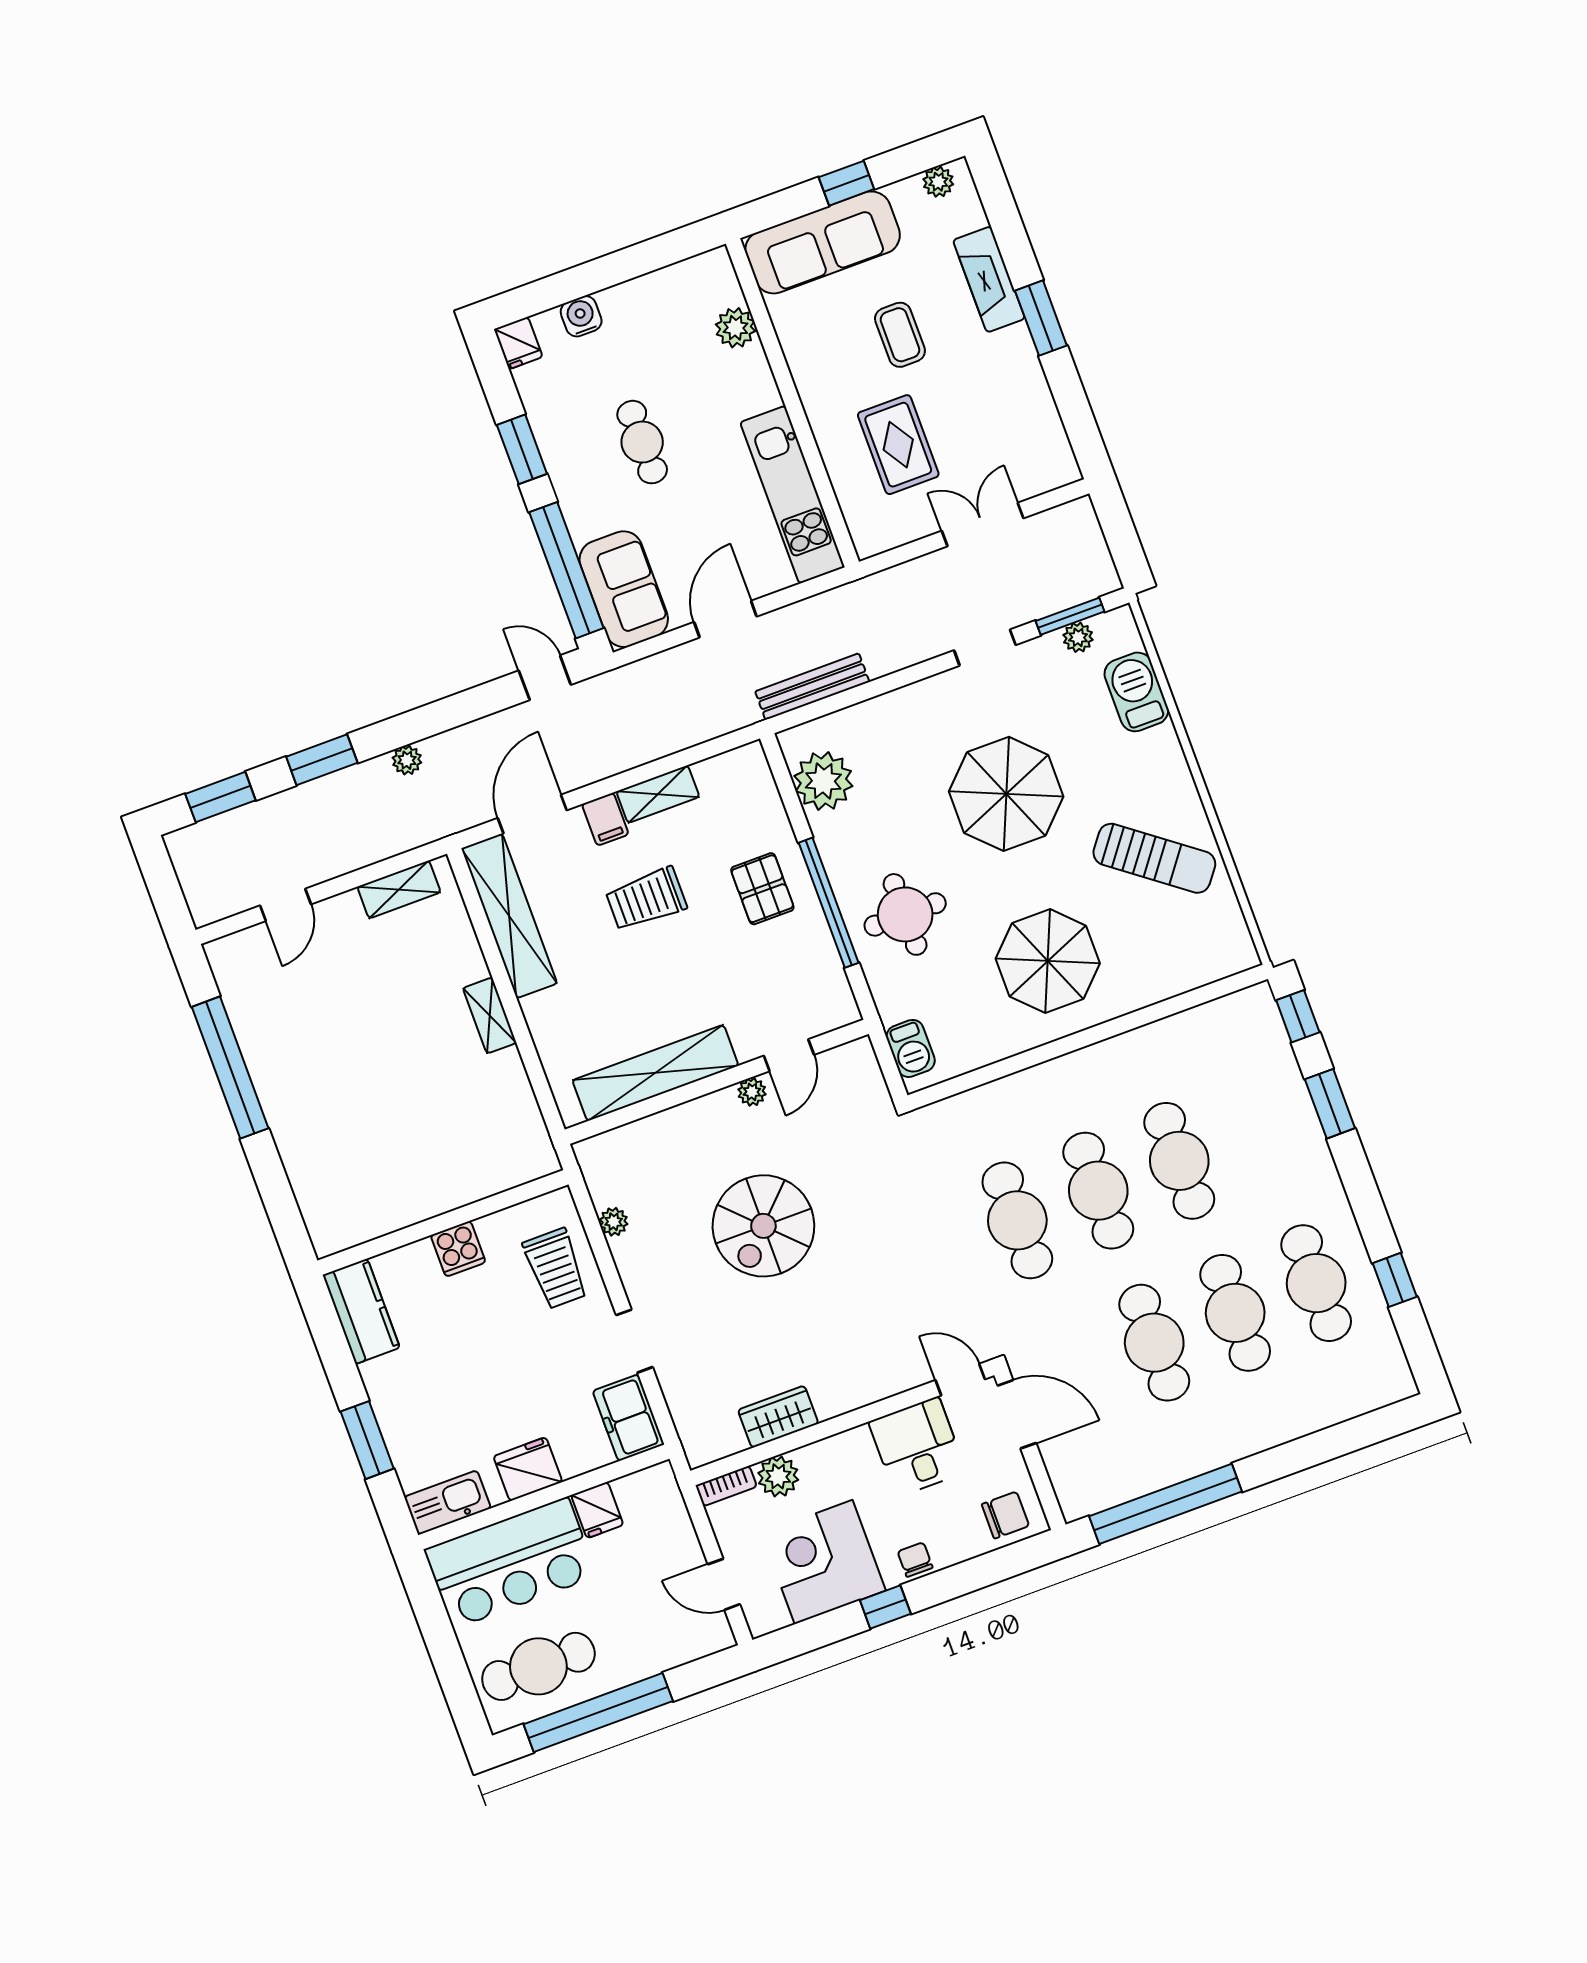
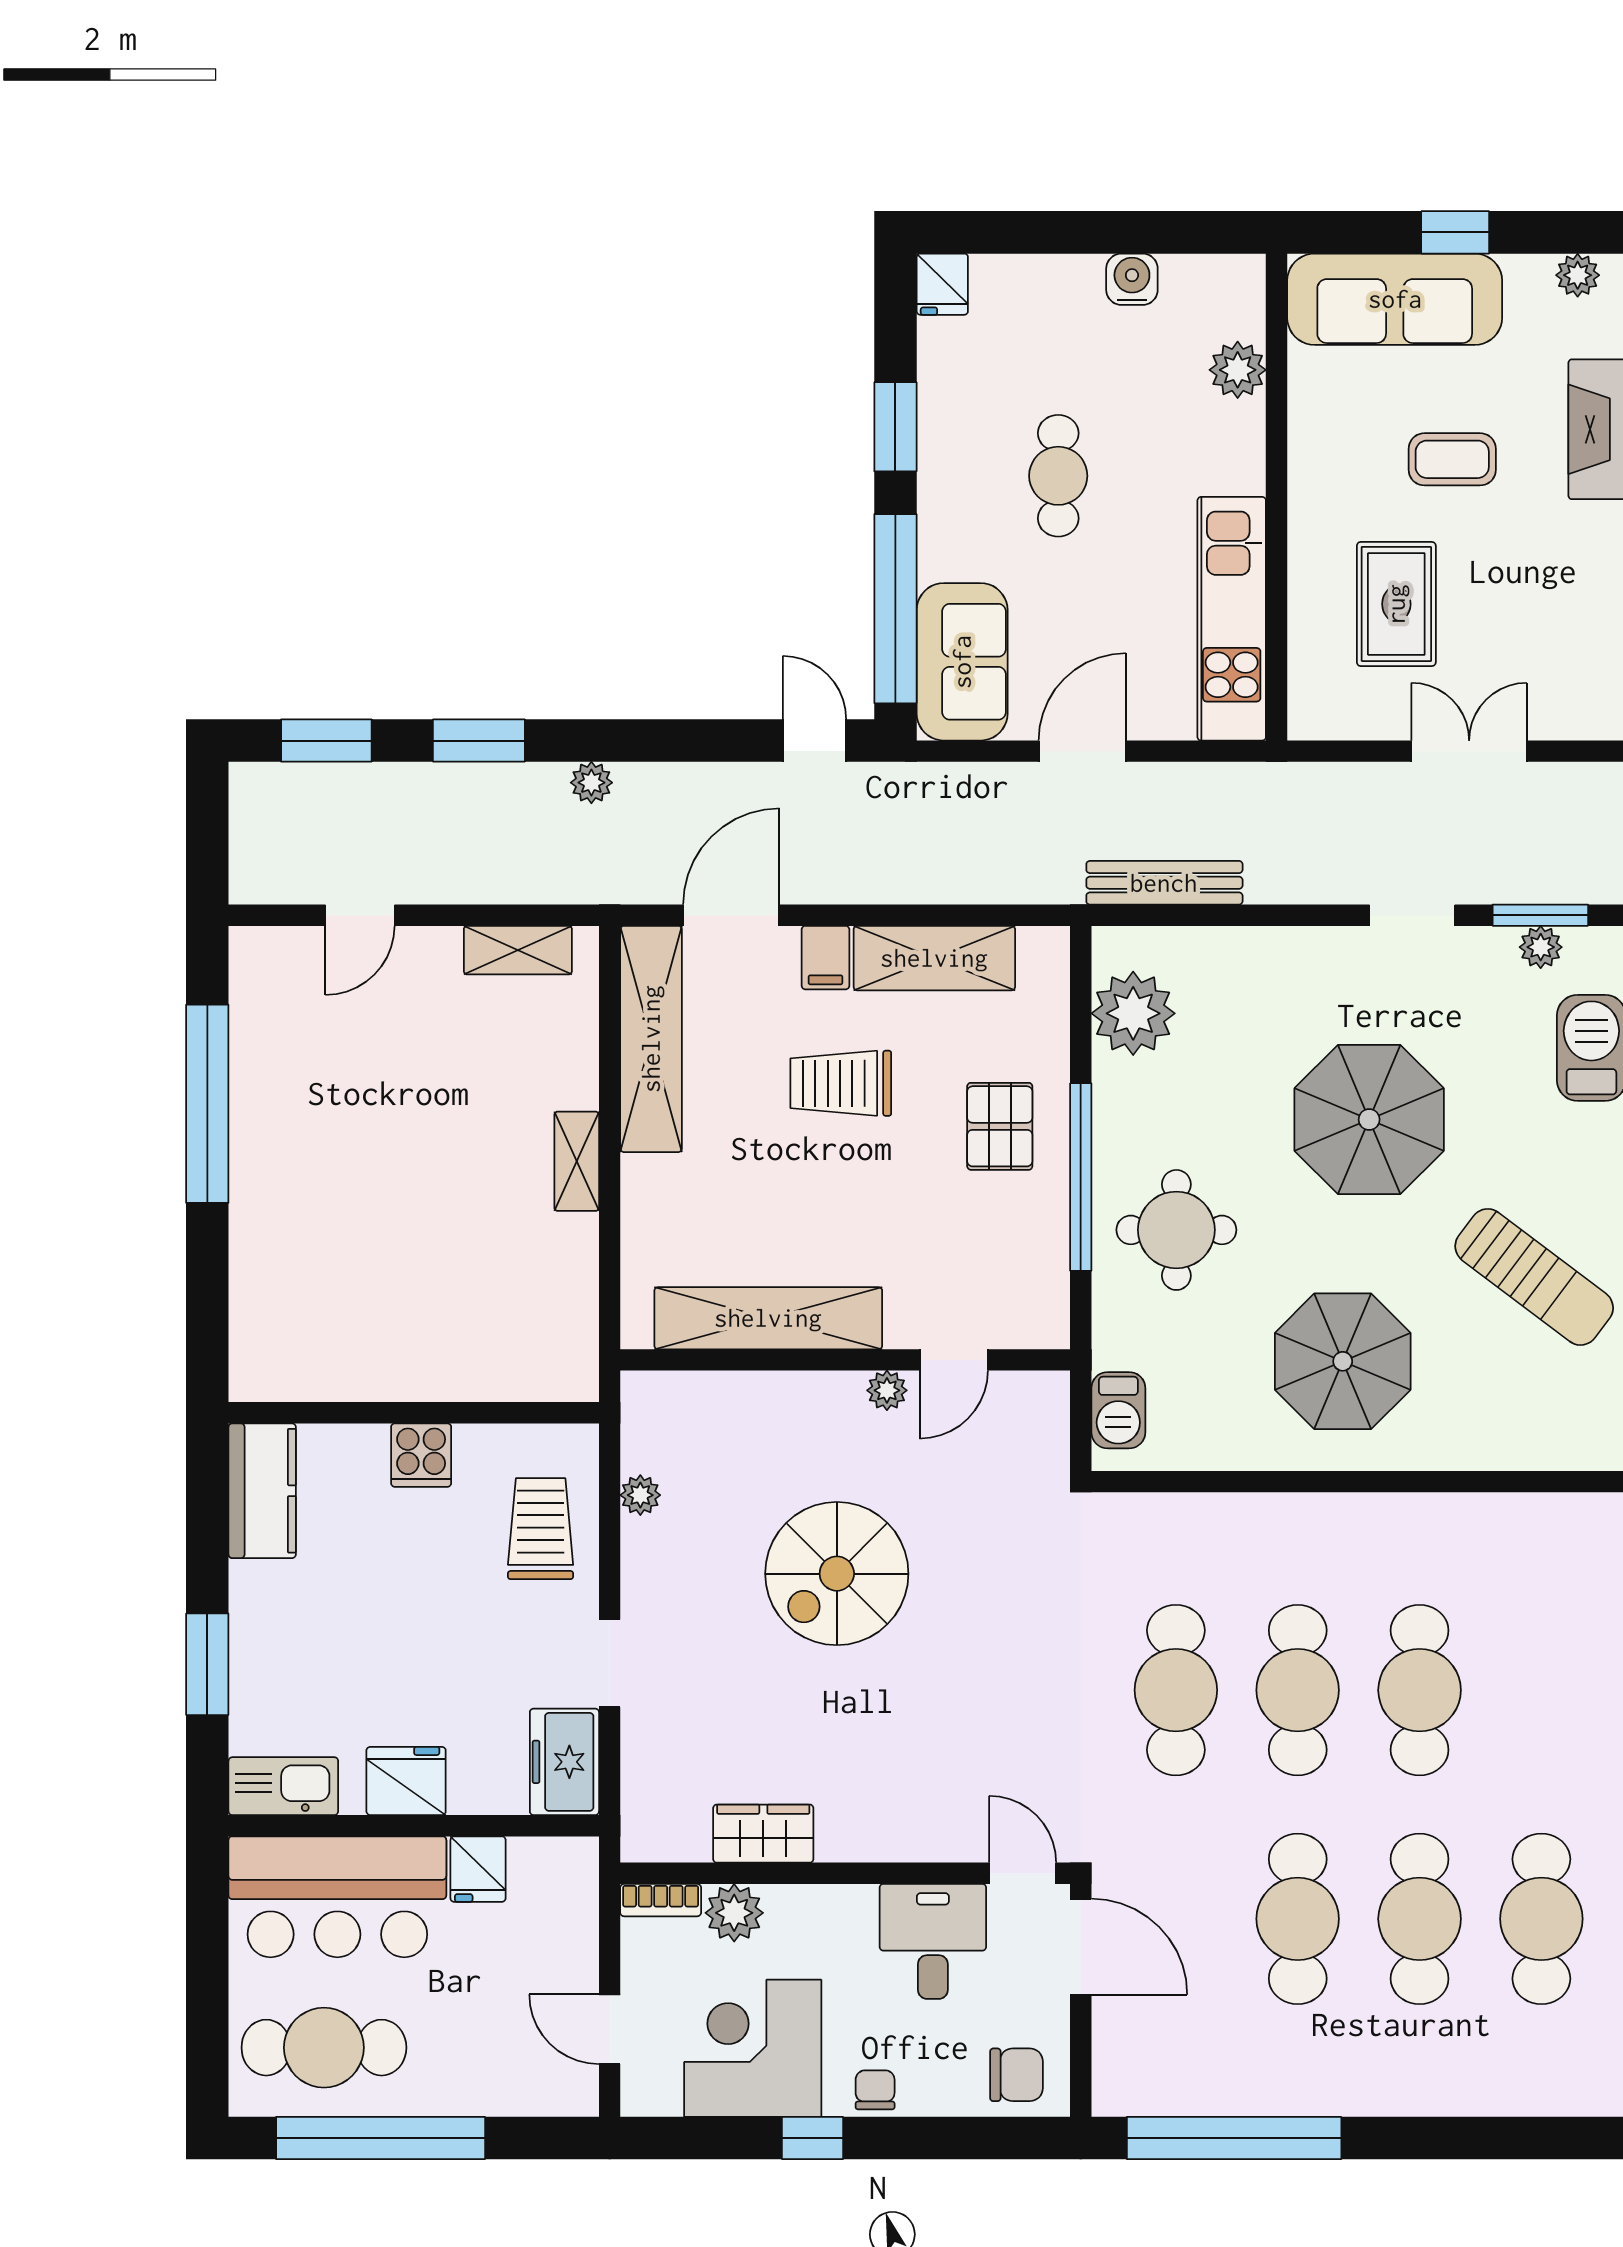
water cooler: (581, 316) -> (1132, 279), moved
coffee table: (900, 335) -> (1452, 459), turned 90
shelving: (658, 794) -> (934, 958), width x1.50, depth x1.33
trolley: (556, 1268) -> (541, 1529), turned 180

